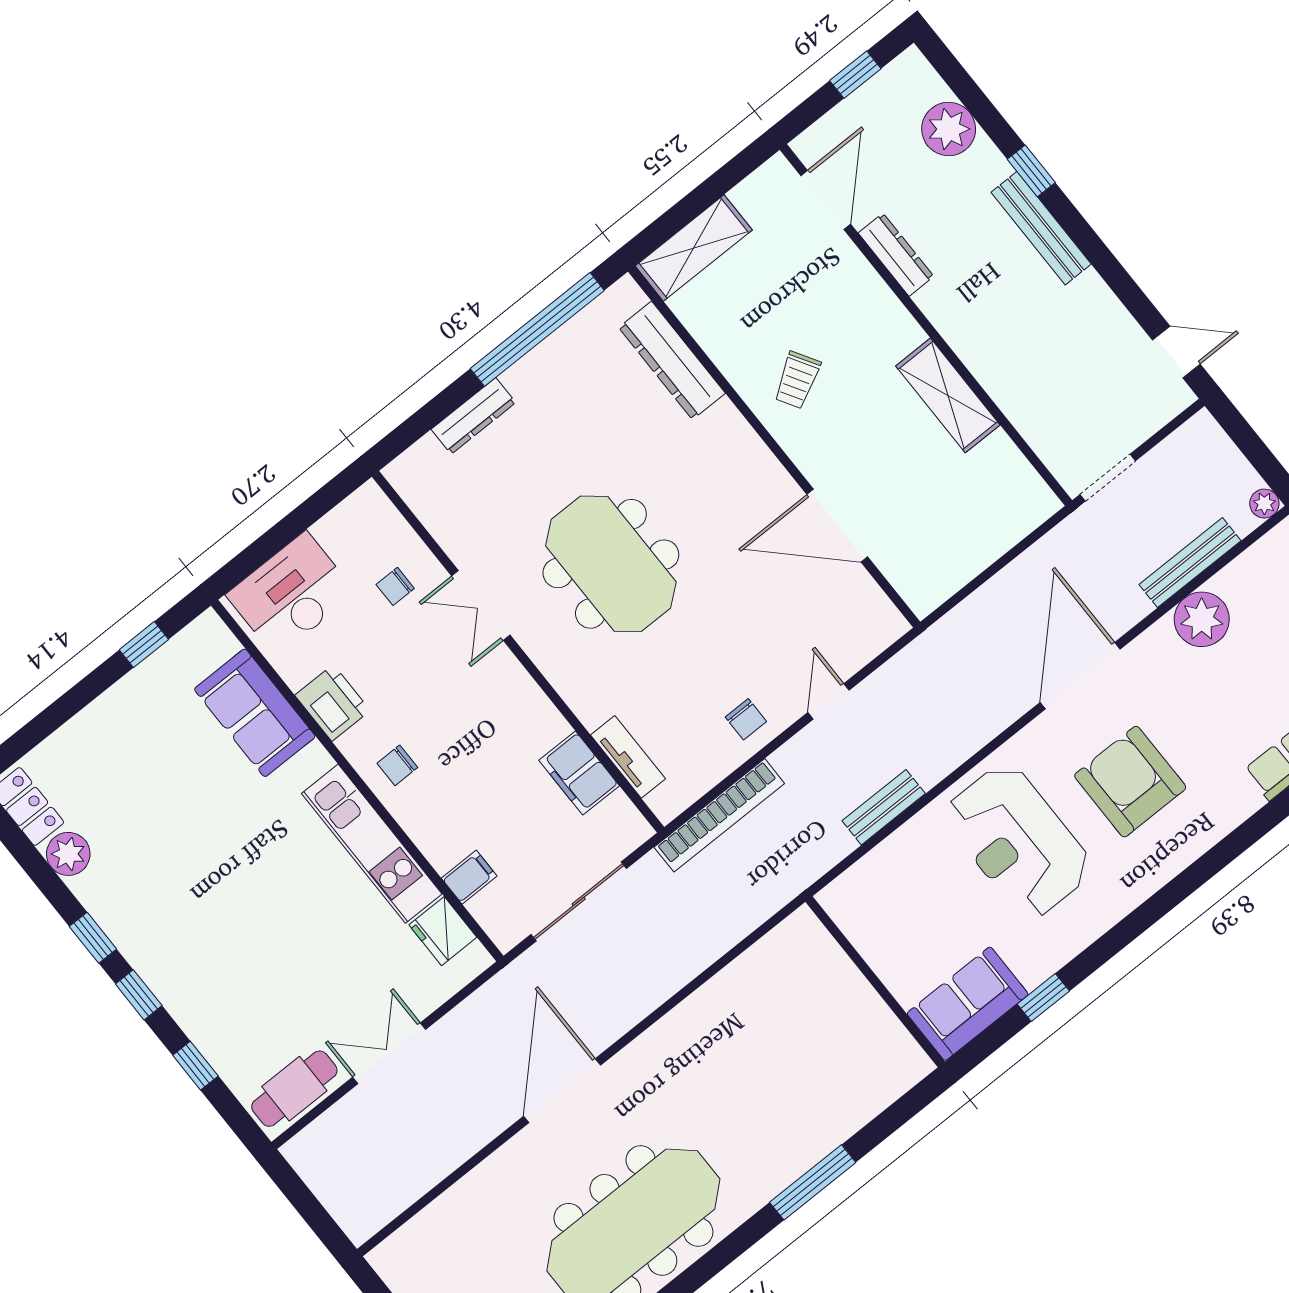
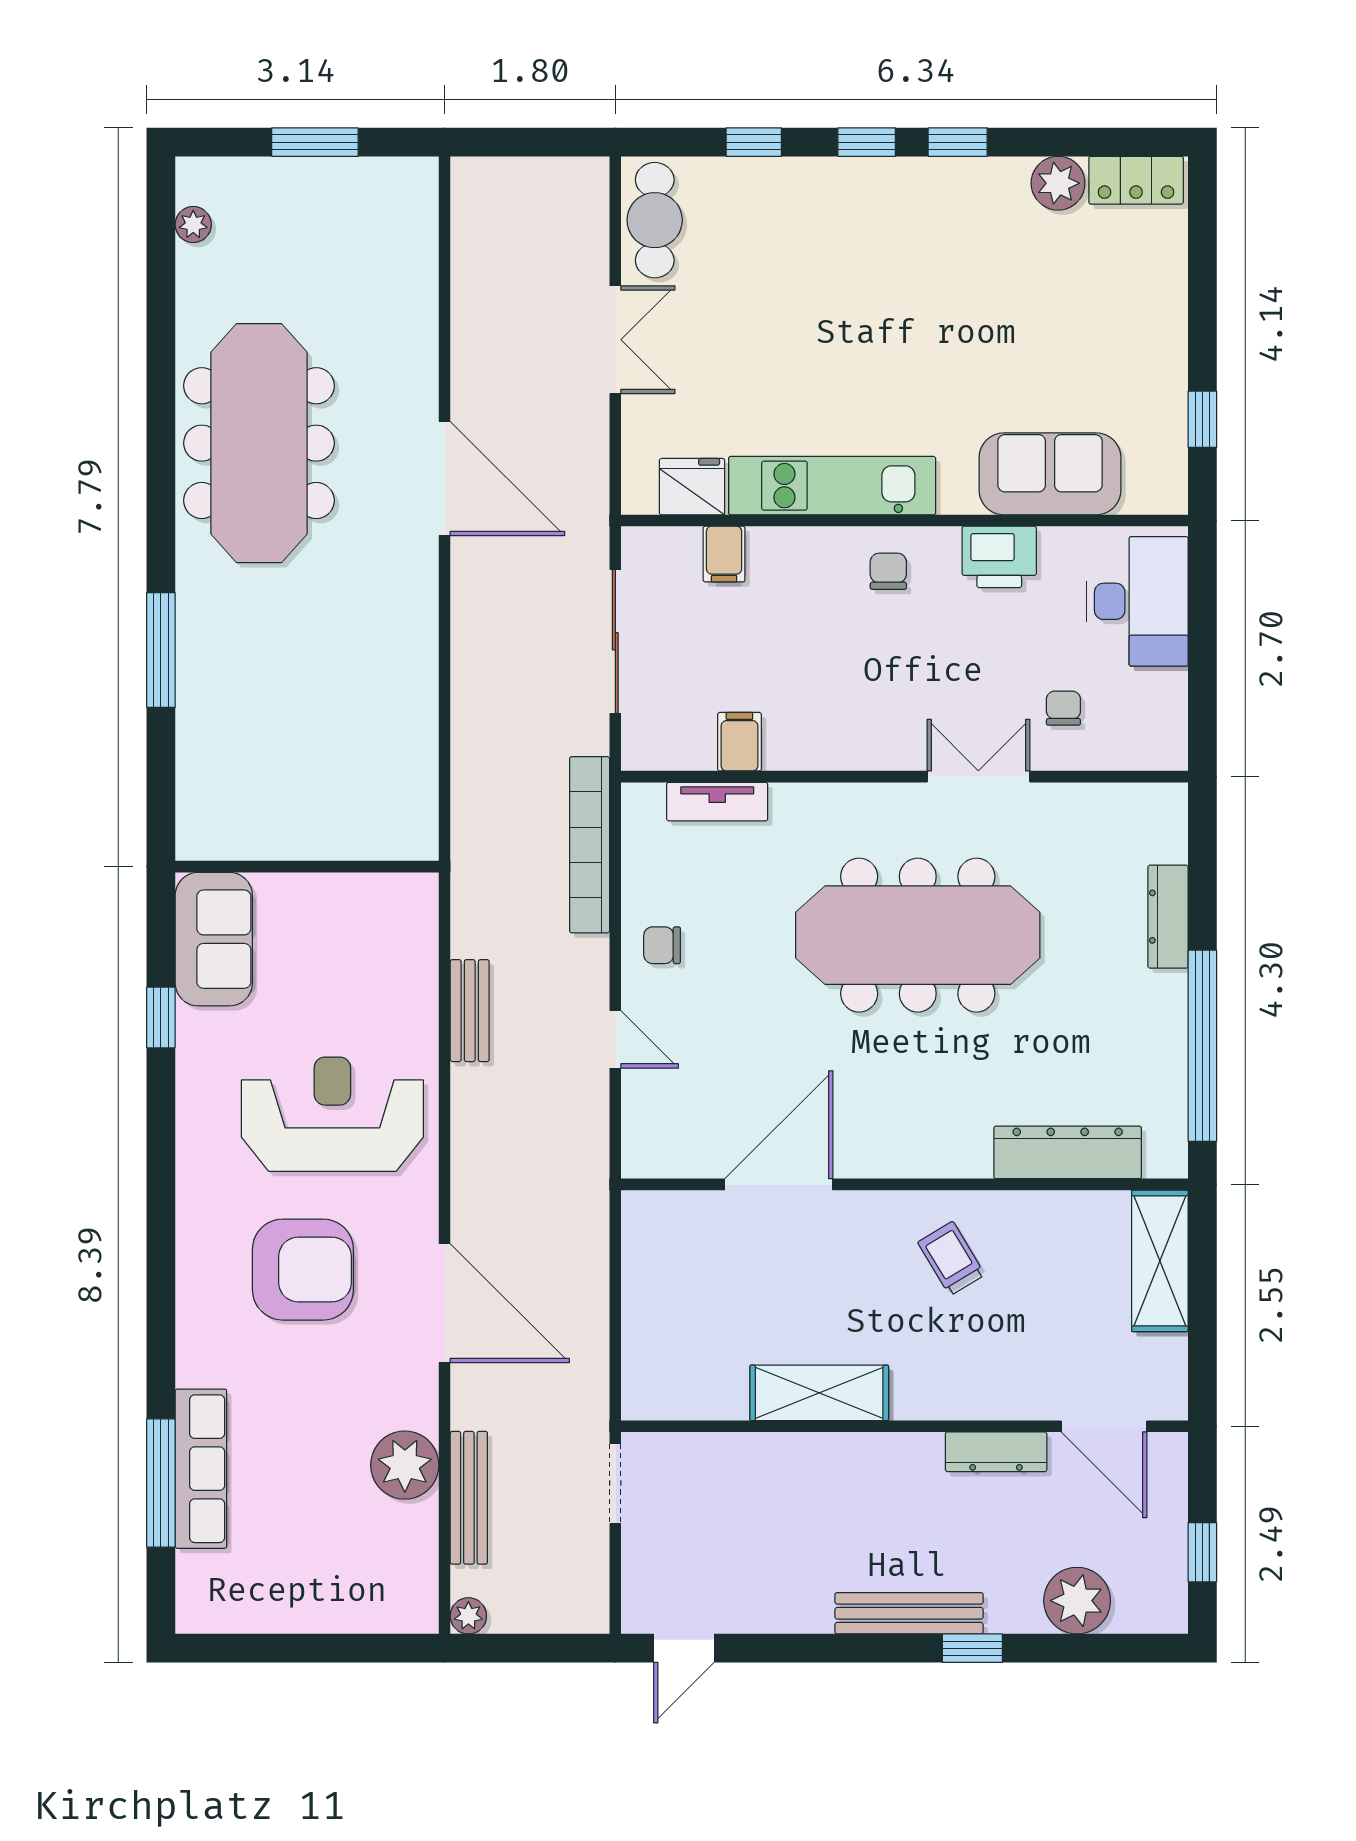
meeting table: (611, 564) -> (918, 935), width x1.36
filing cabinet: (579, 773) -> (739, 742), width x0.50

